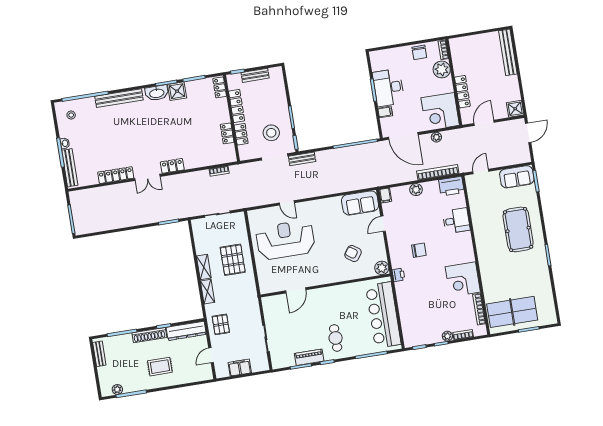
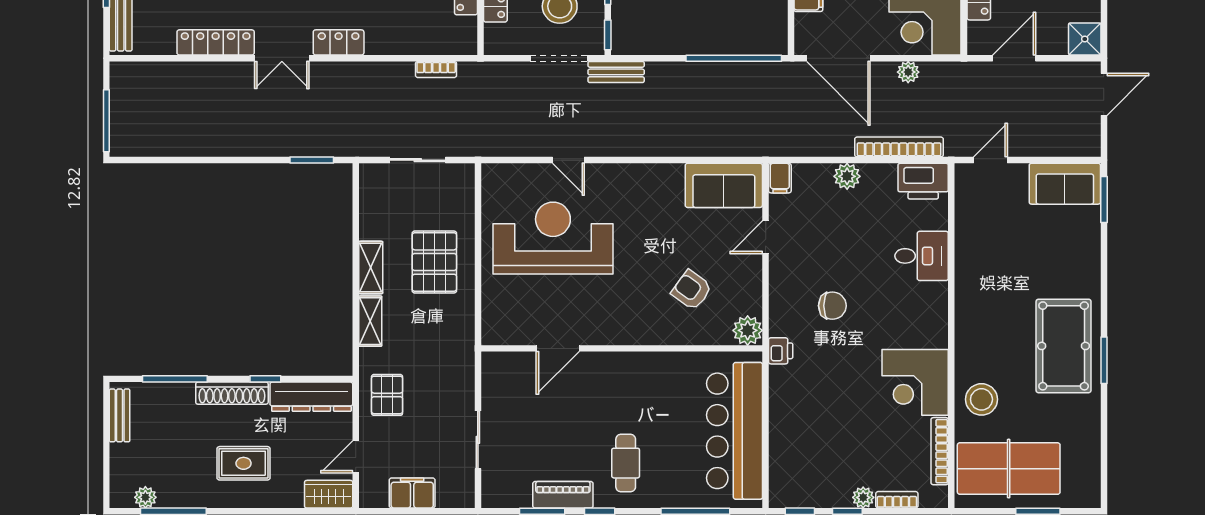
pool table: (518, 229) -> (1064, 346), moved
stool: (494, 282) -> (981, 399), added
wardrobe: (201, 374) -> (329, 494), added

